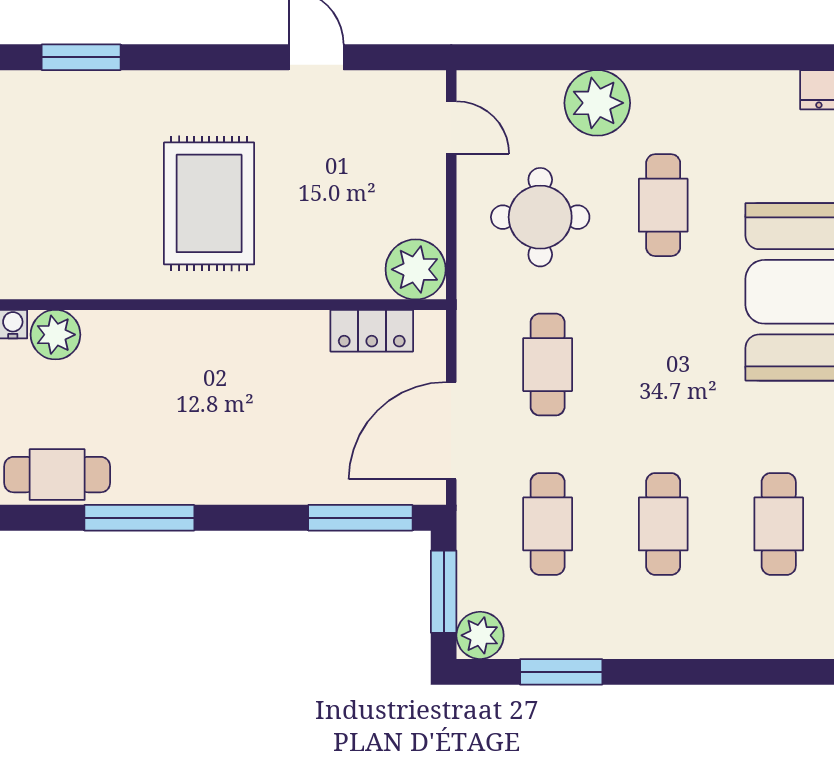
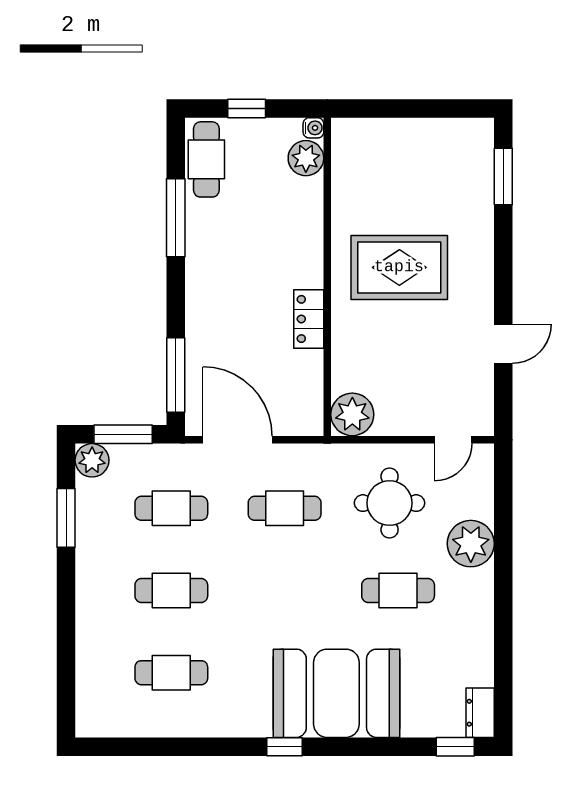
locker: (372, 331) -> (309, 319), moved

